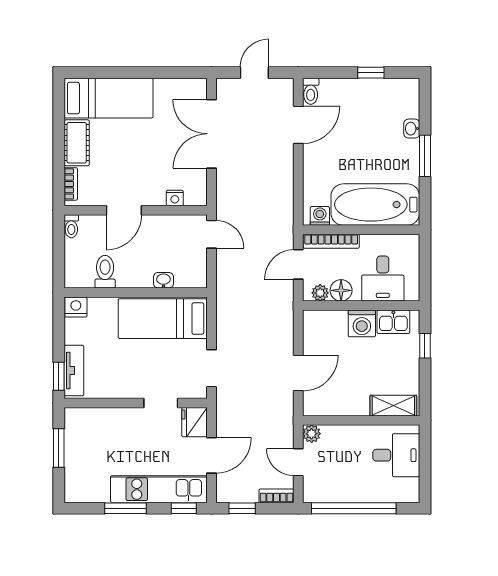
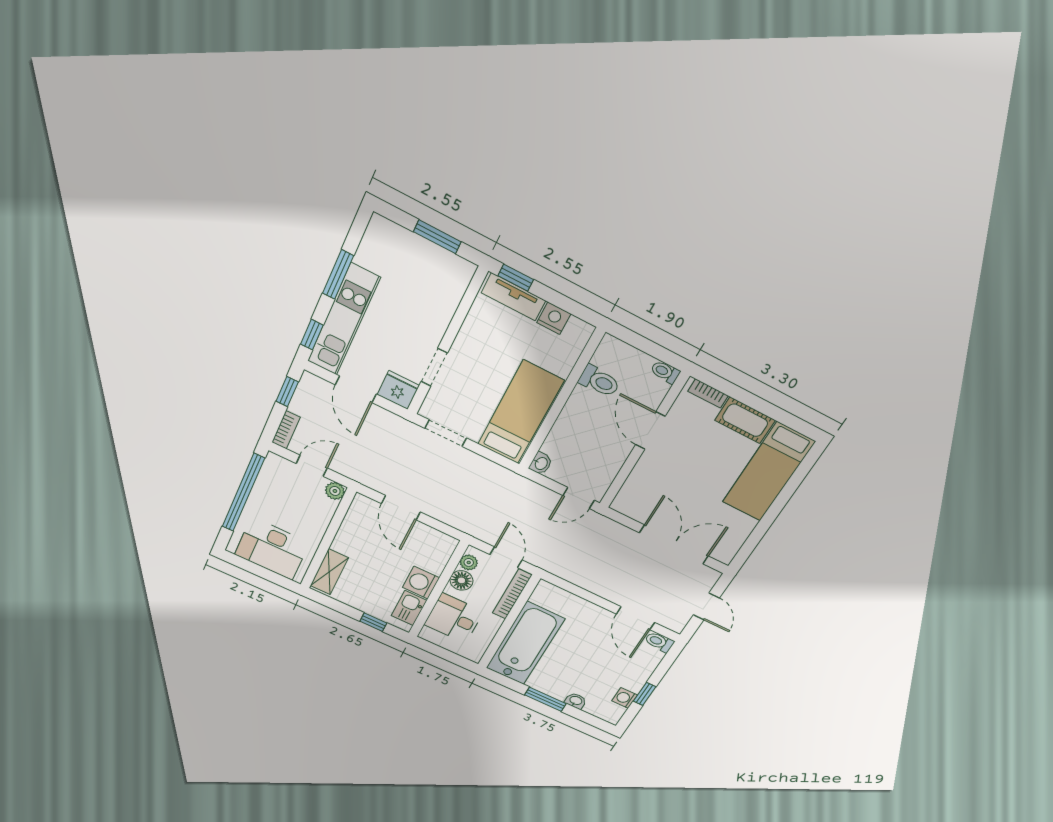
nightstand: (175, 198) -> (633, 483), removed
washing machine: (320, 216) -> (625, 698), moved, turned 180
washbasin: (163, 280) -> (541, 463), moved
nightstand: (76, 307) -> (554, 318), moved, turned -90
desk: (396, 455) -> (272, 549), width x1.37

